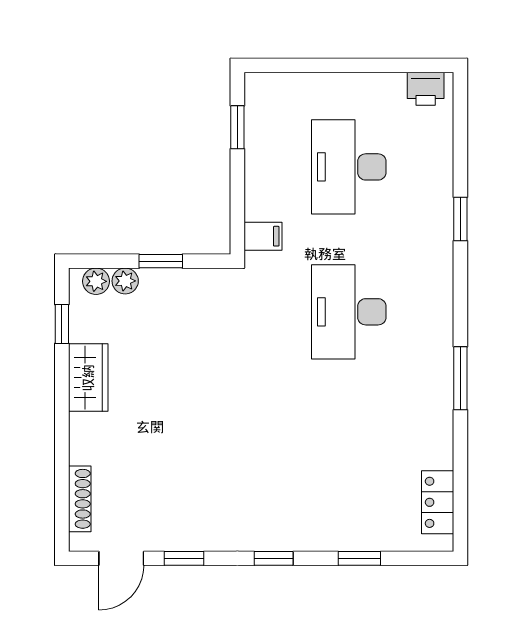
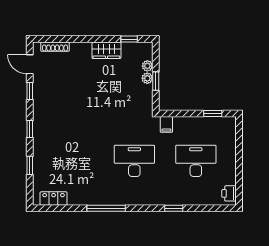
plant: (96, 281) -> (147, 78), moved
window: (460, 378) -> (106, 208), width x1.44

